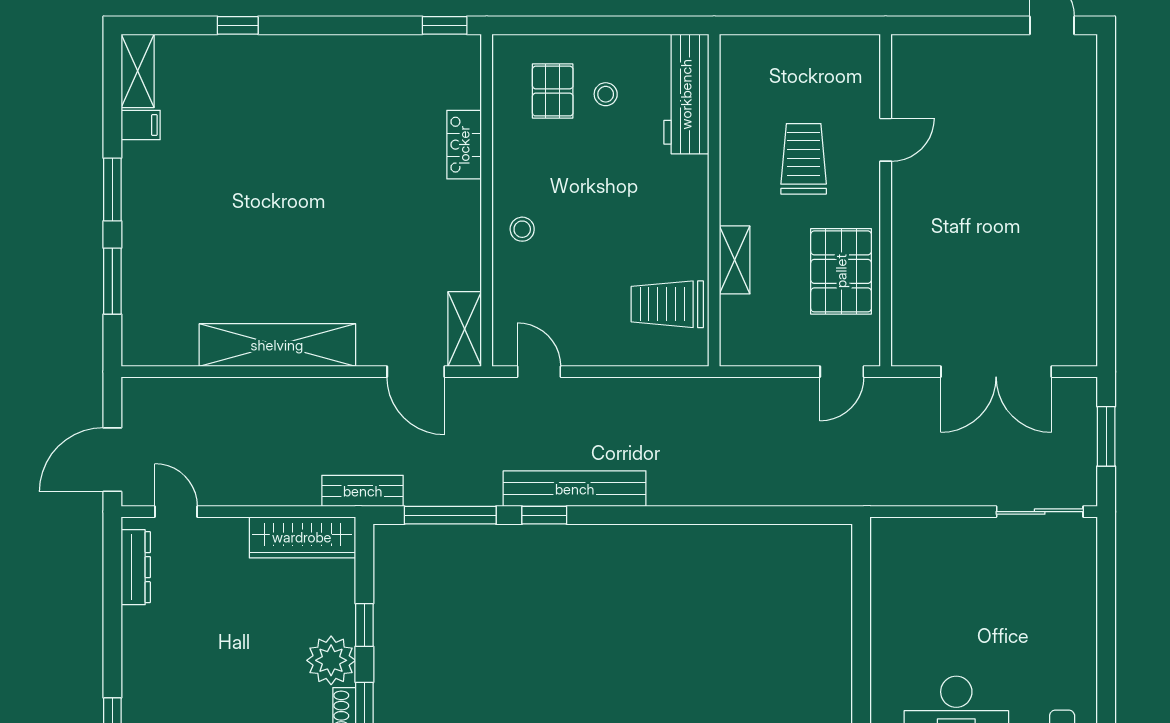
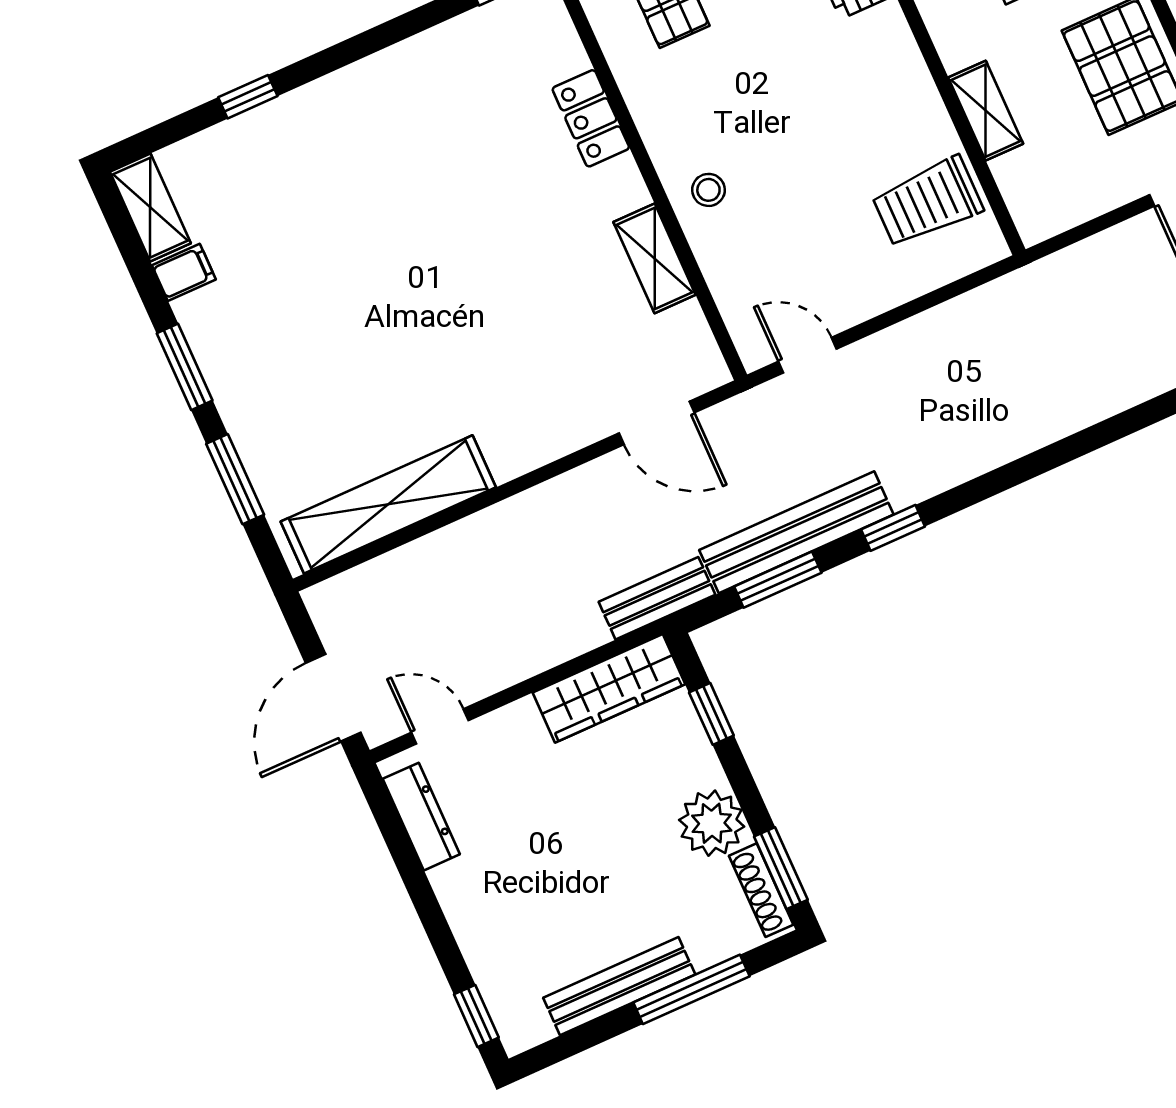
shelving: (465, 329) -> (655, 258), moved
shelving: (277, 345) -> (388, 504), moved
bench: (575, 489) -> (796, 532), moved
window: (450, 515) -> (778, 580), width x0.69
window: (364, 625) -> (711, 714), moved

